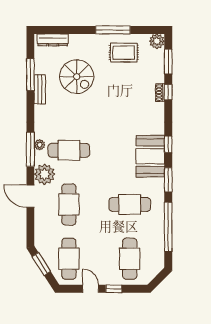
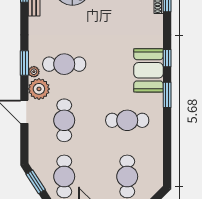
plant: (40, 145) -> (34, 72), moved
window: (30, 149) -> (24, 63), width x0.69
window: (168, 227) -> (167, 144), removed

